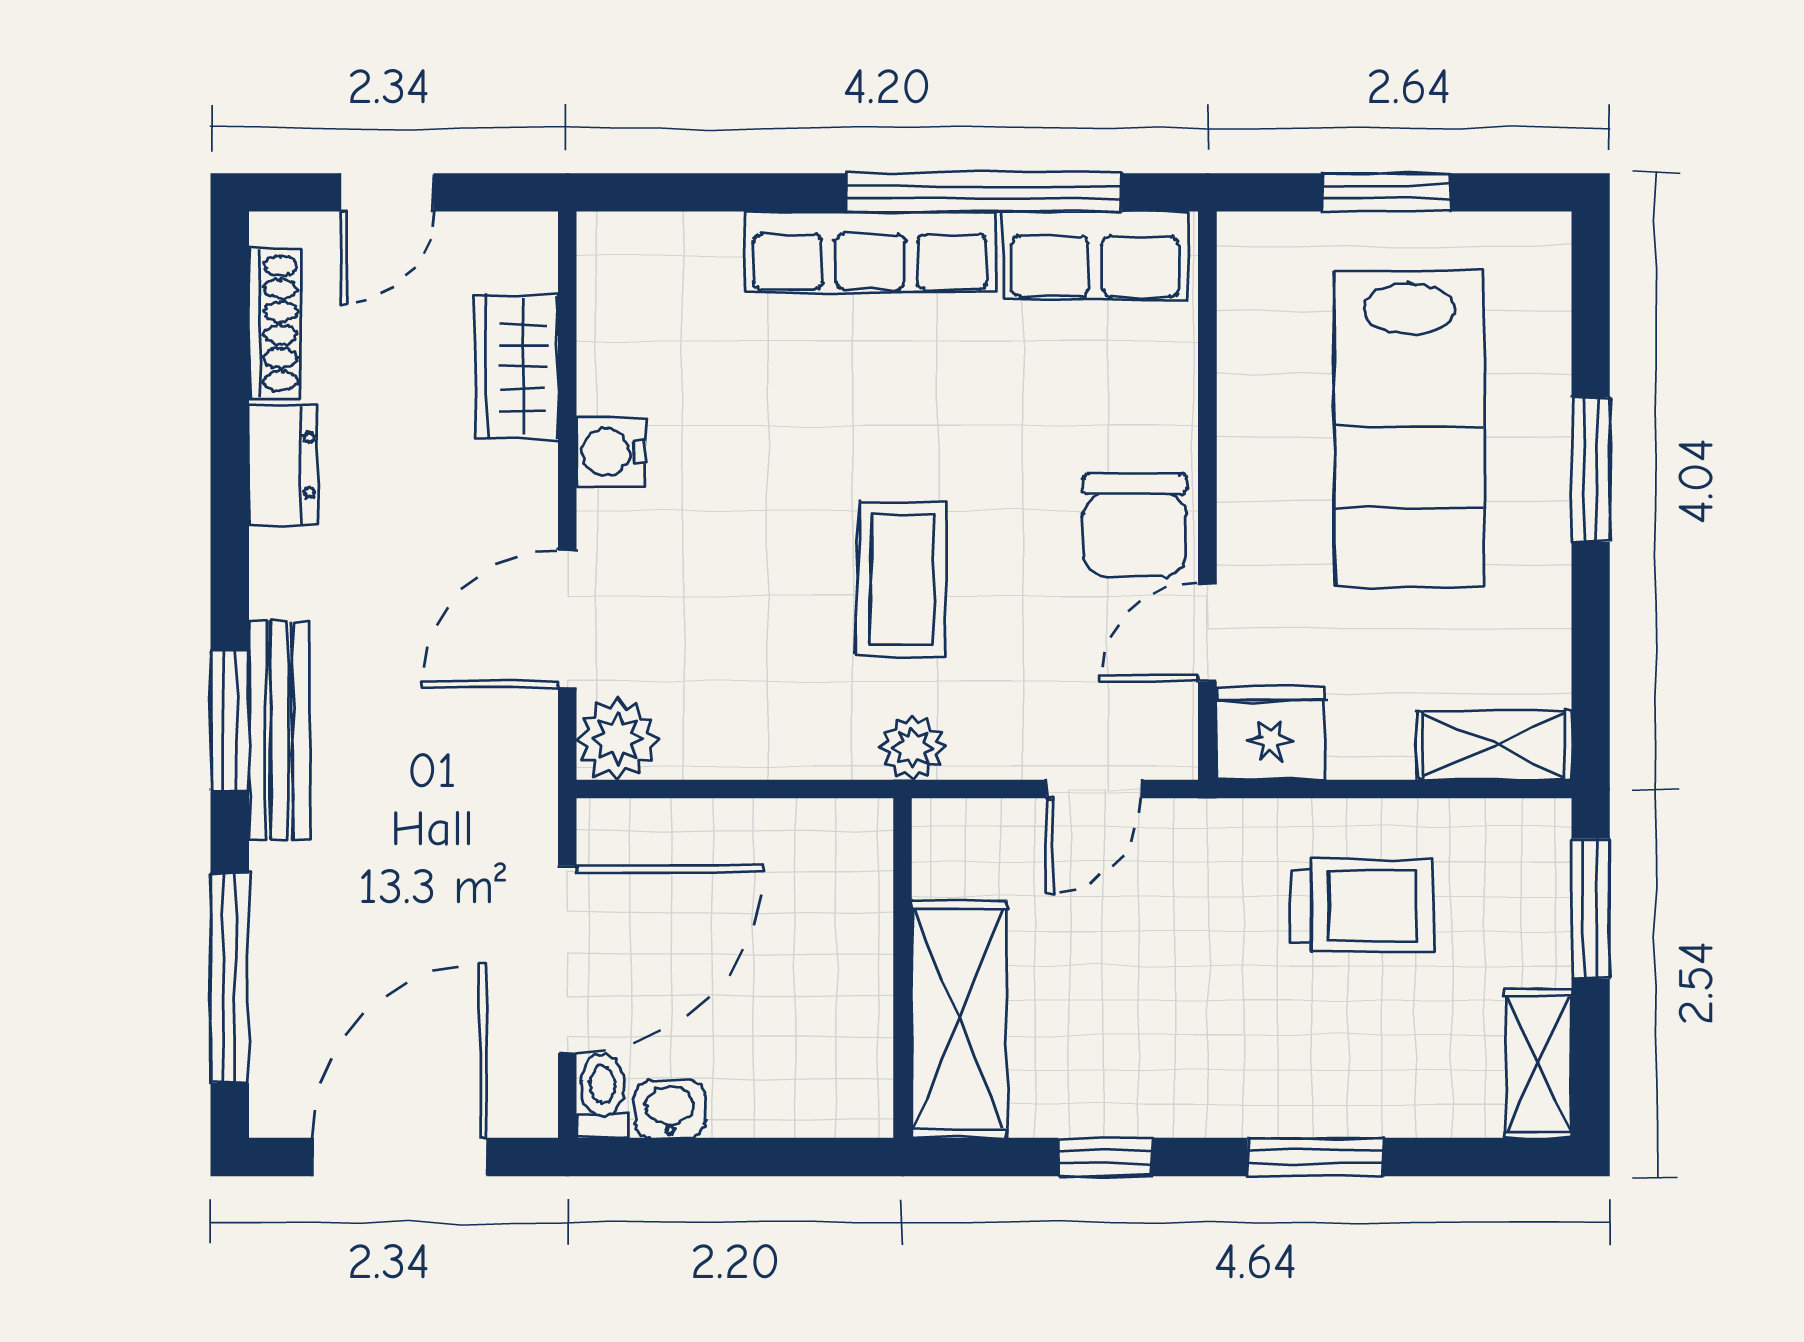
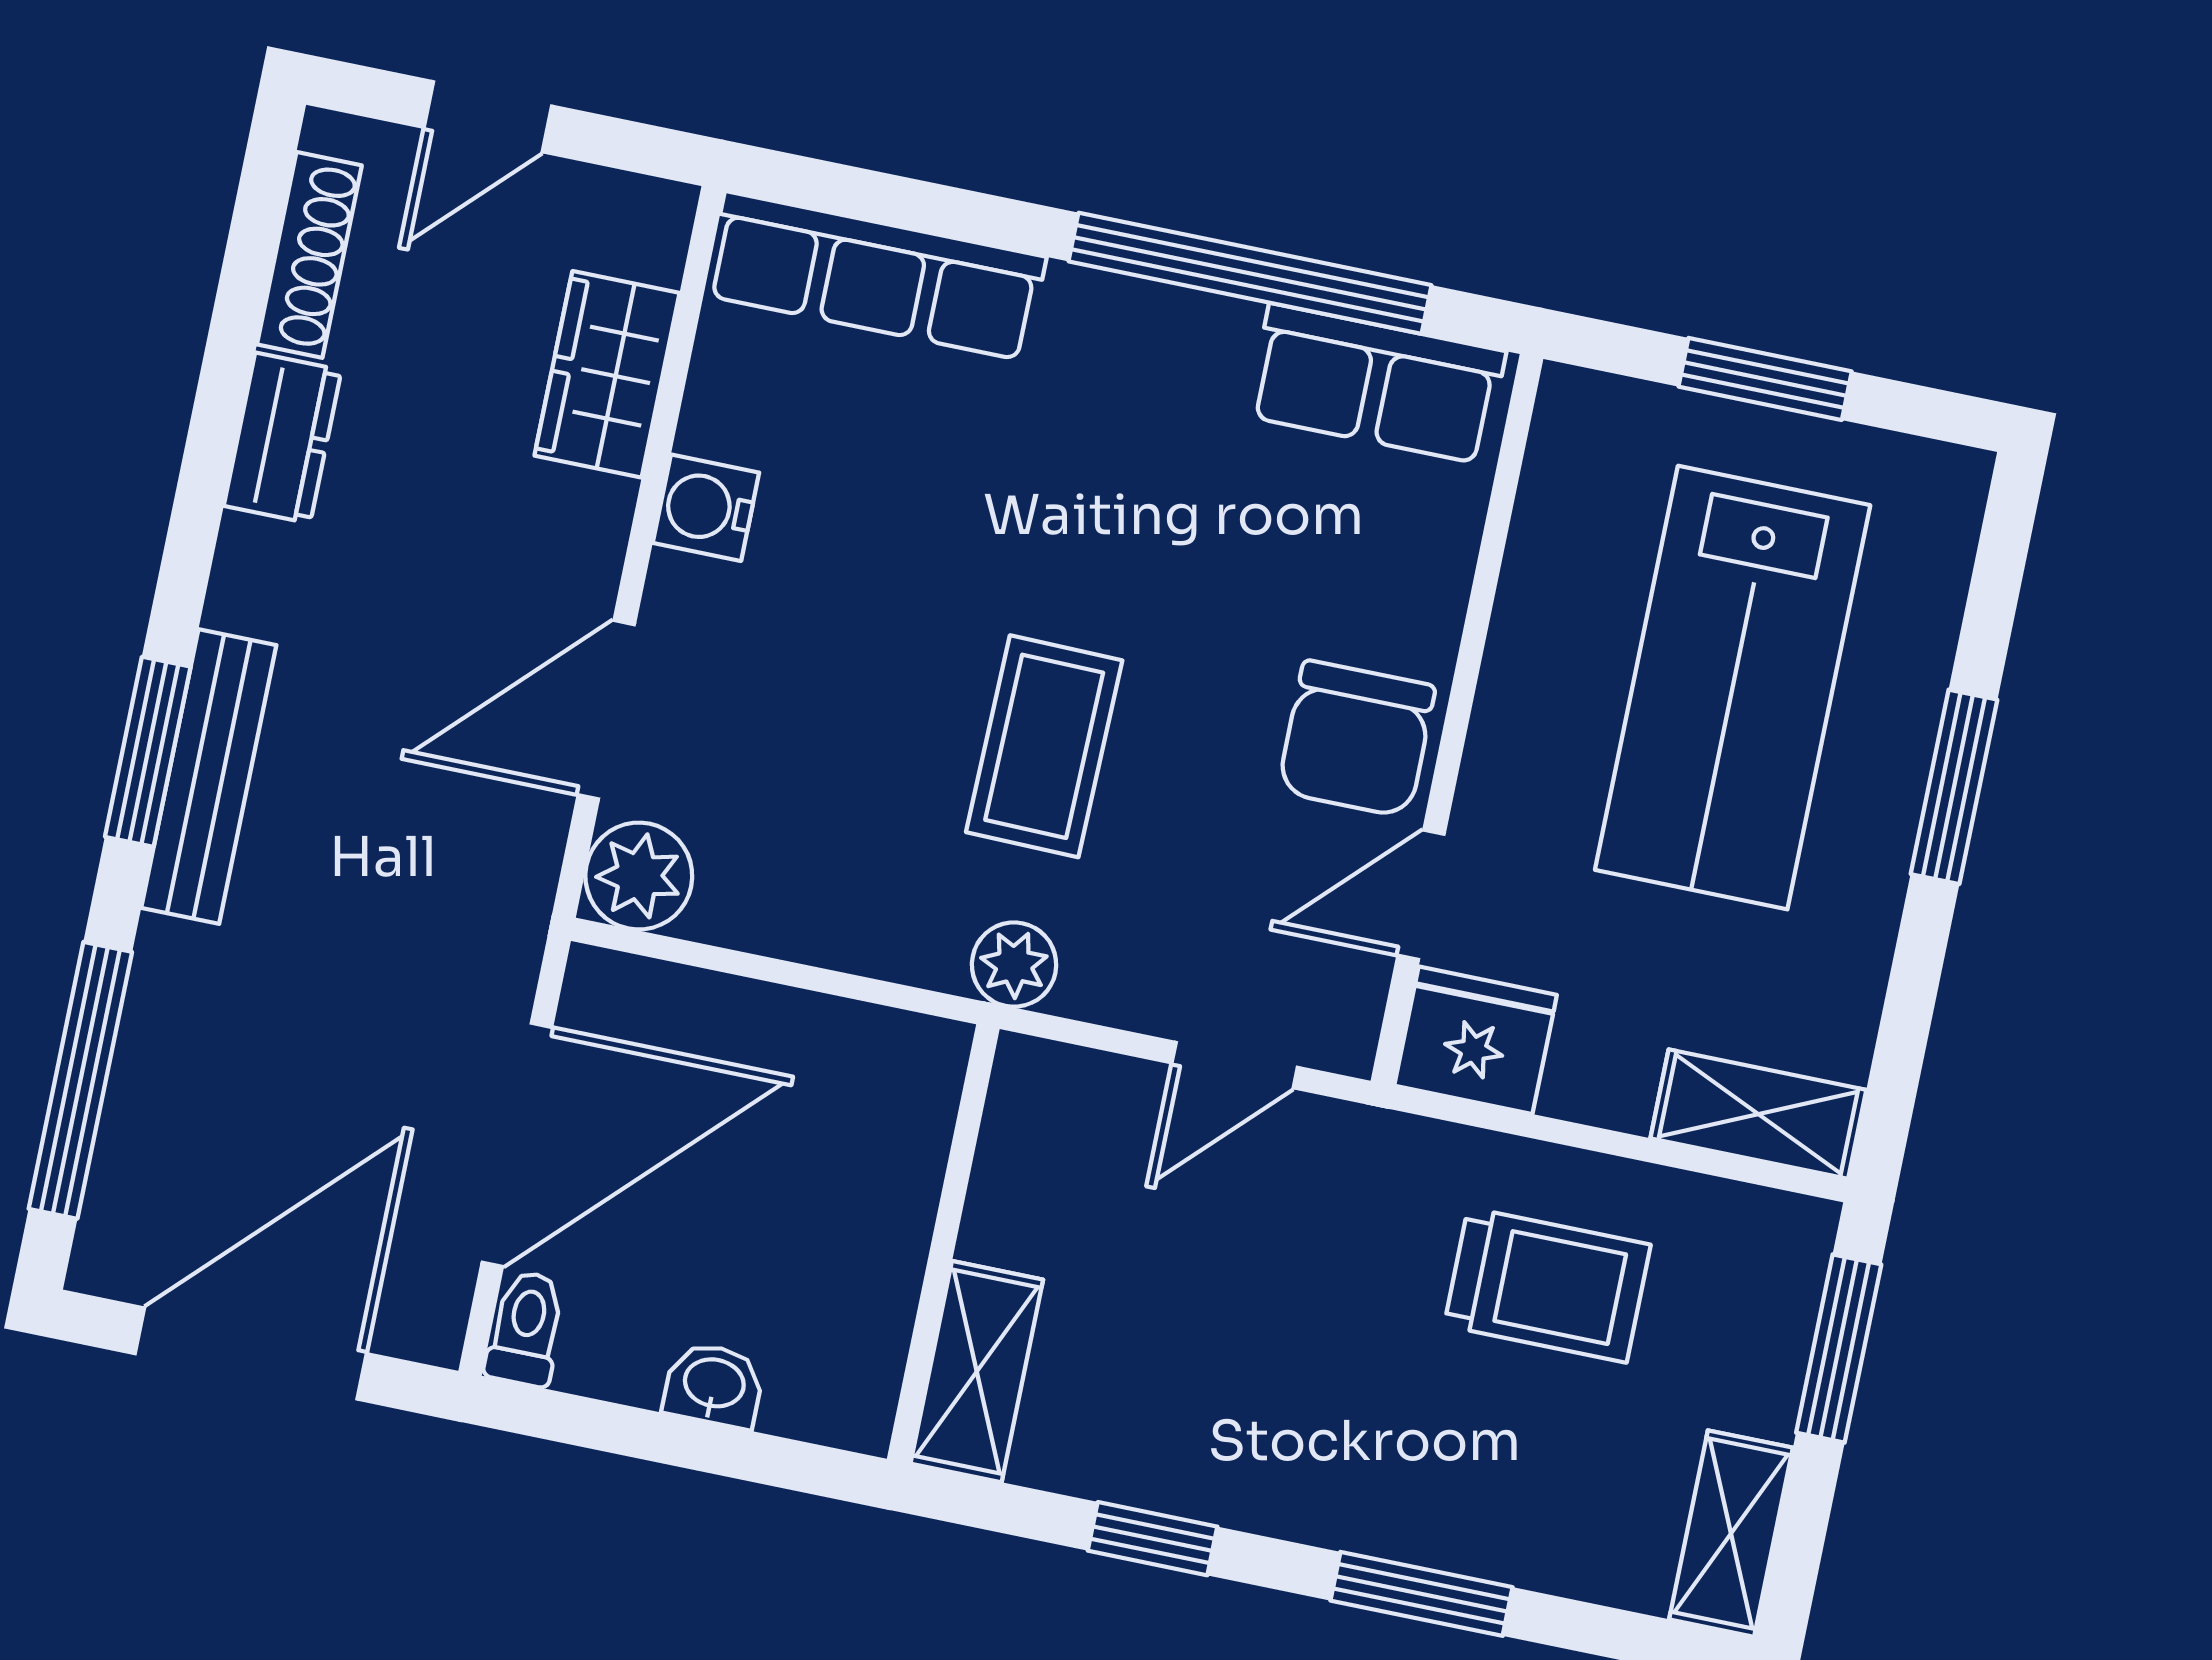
row of seats: (870, 252) -> (875, 276), moved
shelving: (959, 1019) -> (977, 1372), width x0.67, depth x0.75
washbasin: (670, 1109) -> (714, 1385), moved

